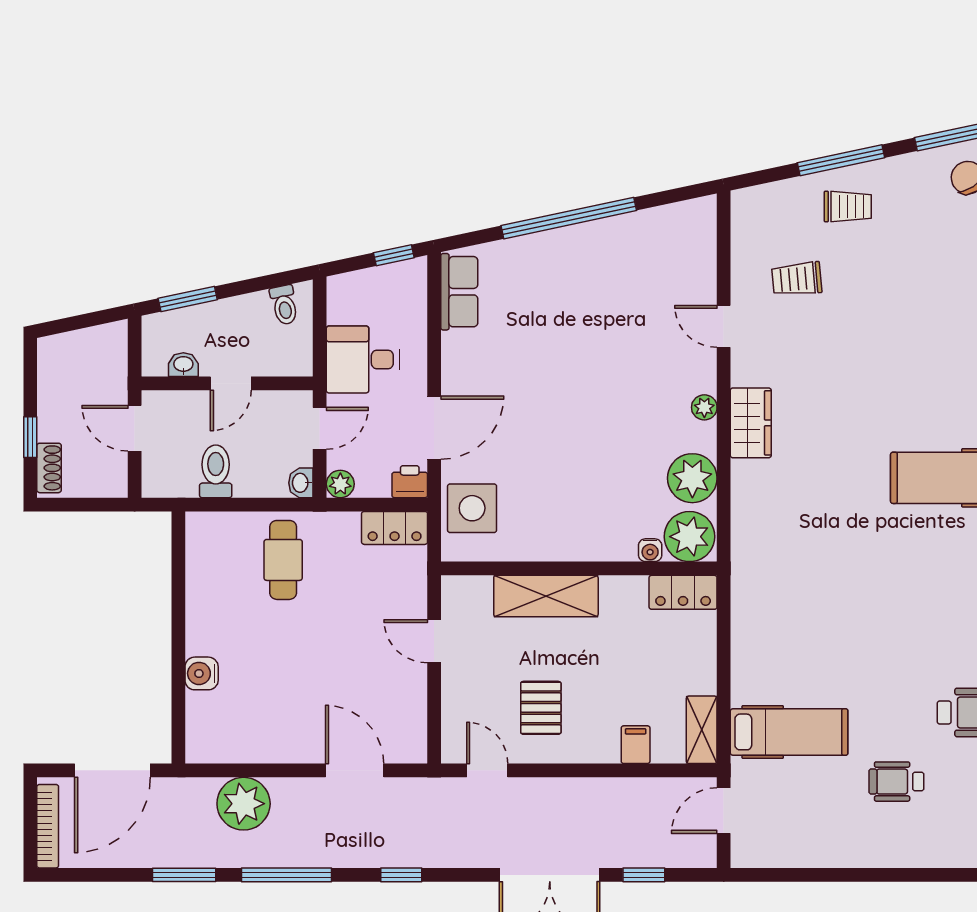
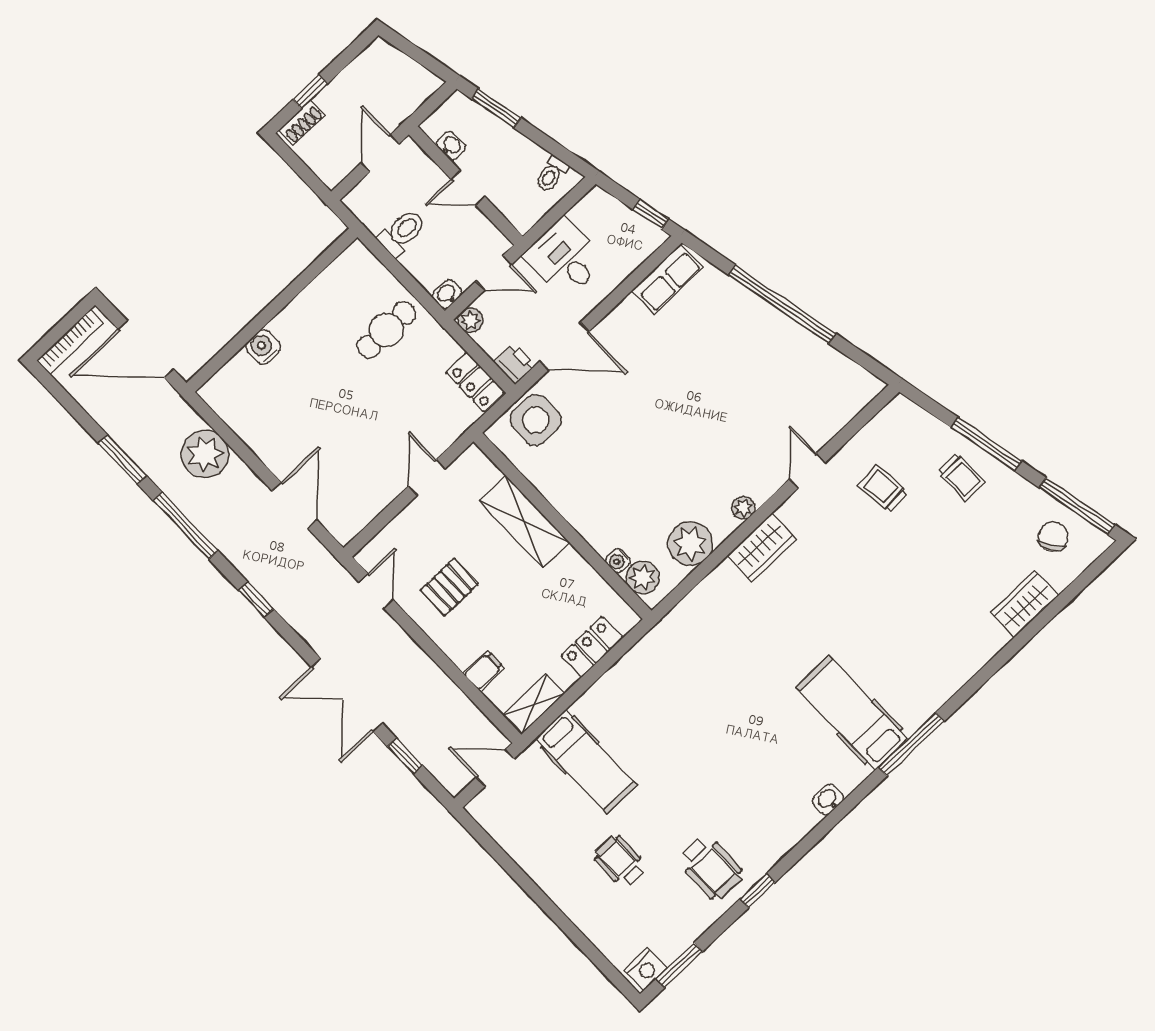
plant: (690, 537) -> (642, 577), width x0.73, depth x0.73
locker: (683, 592) -> (592, 647), moved, turned 90

